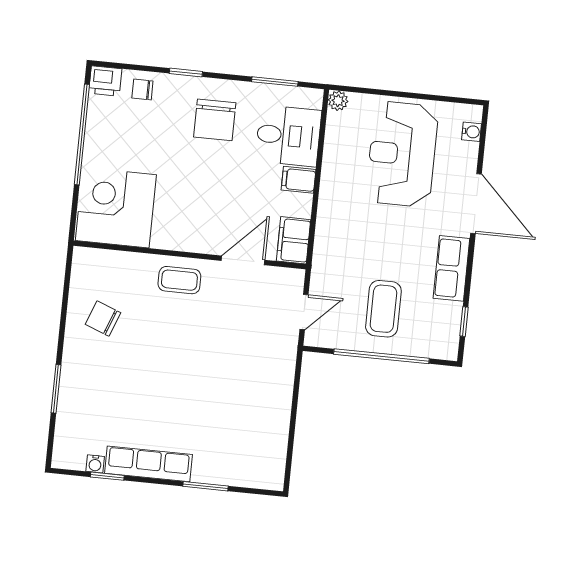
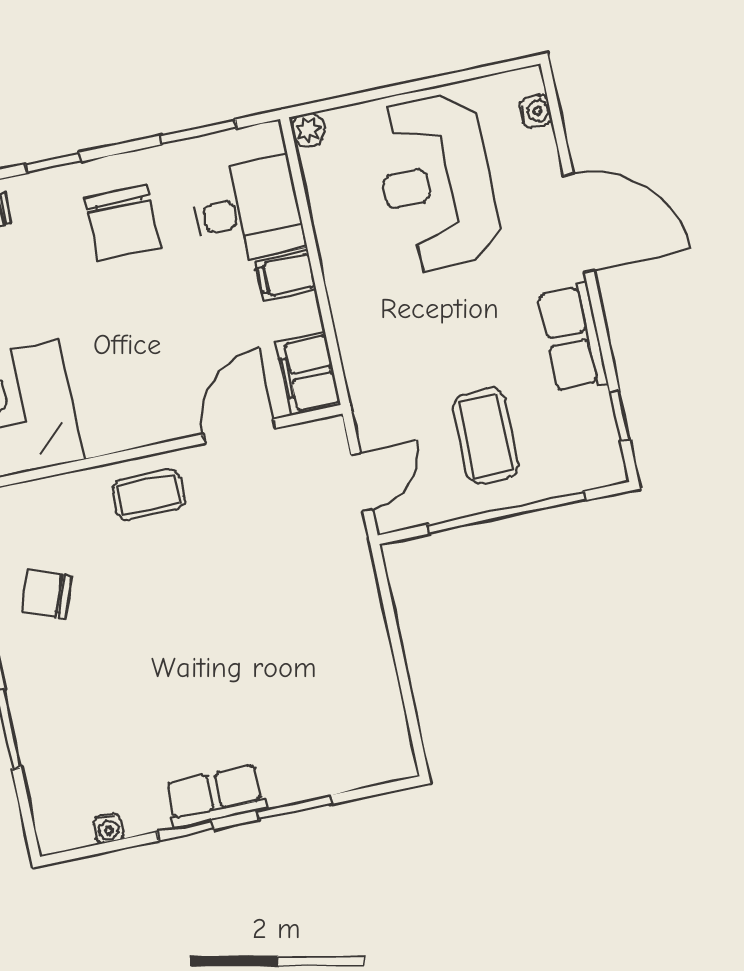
row of seats: (149, 464) -> (215, 796), width x0.68
window: (107, 476) -> (185, 831), moved

